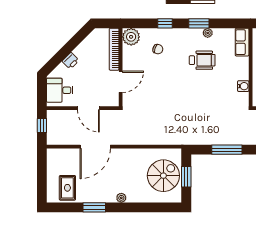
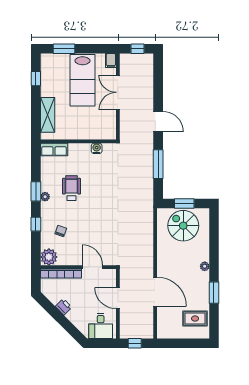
plant: (208, 33) -> (45, 197), moved
printer: (71, 61) -> (64, 307), moved
door: (88, 108) -> (118, 298), swing flipped

